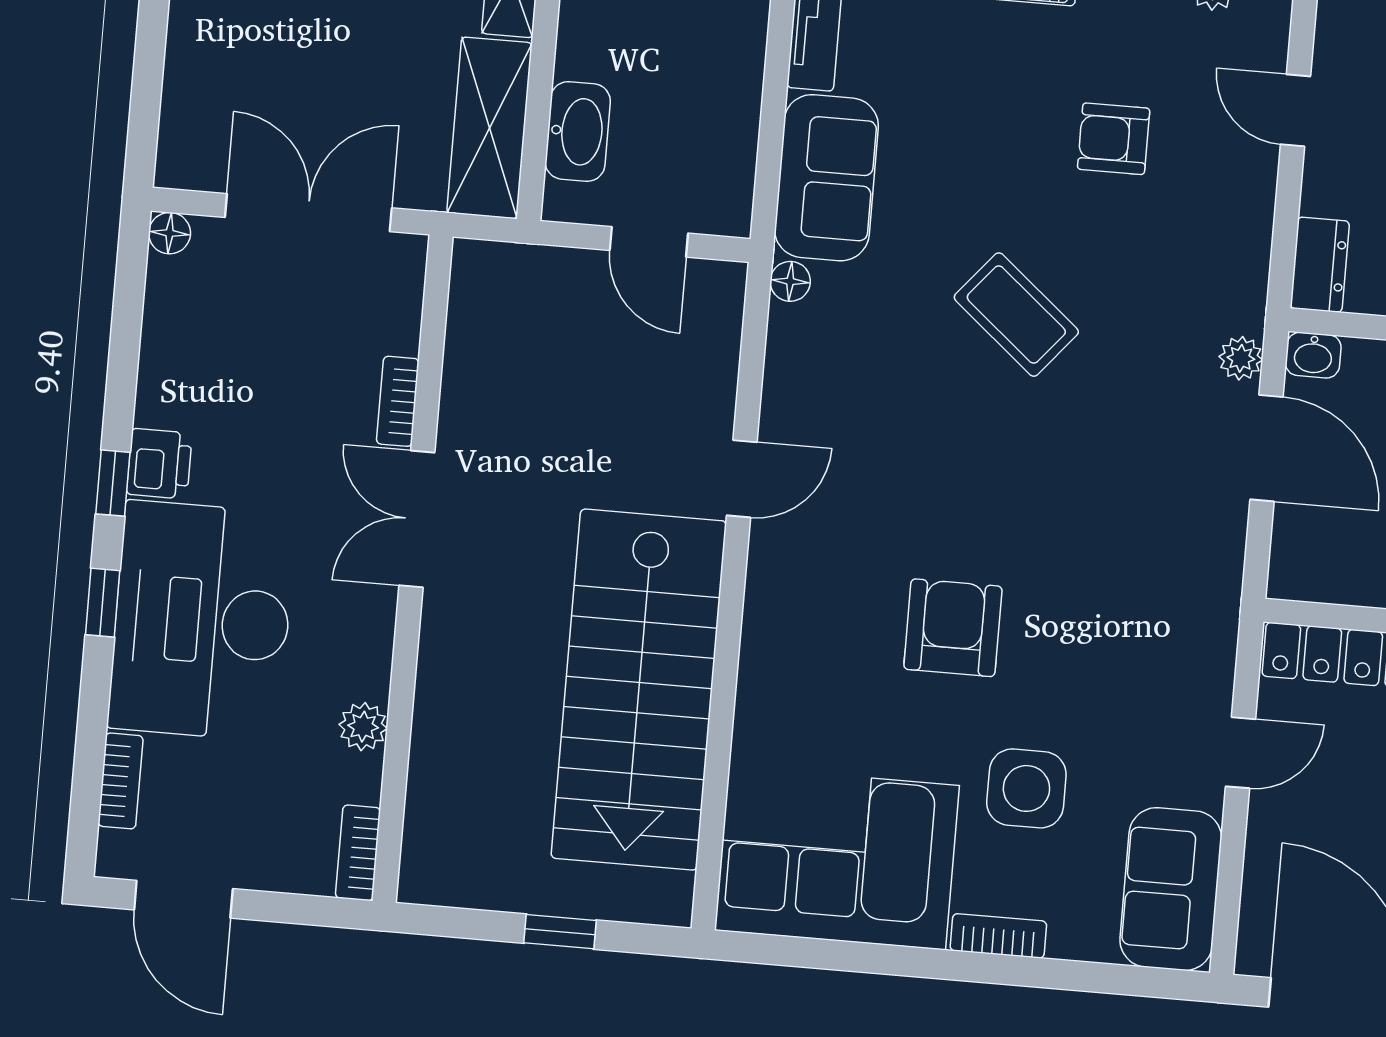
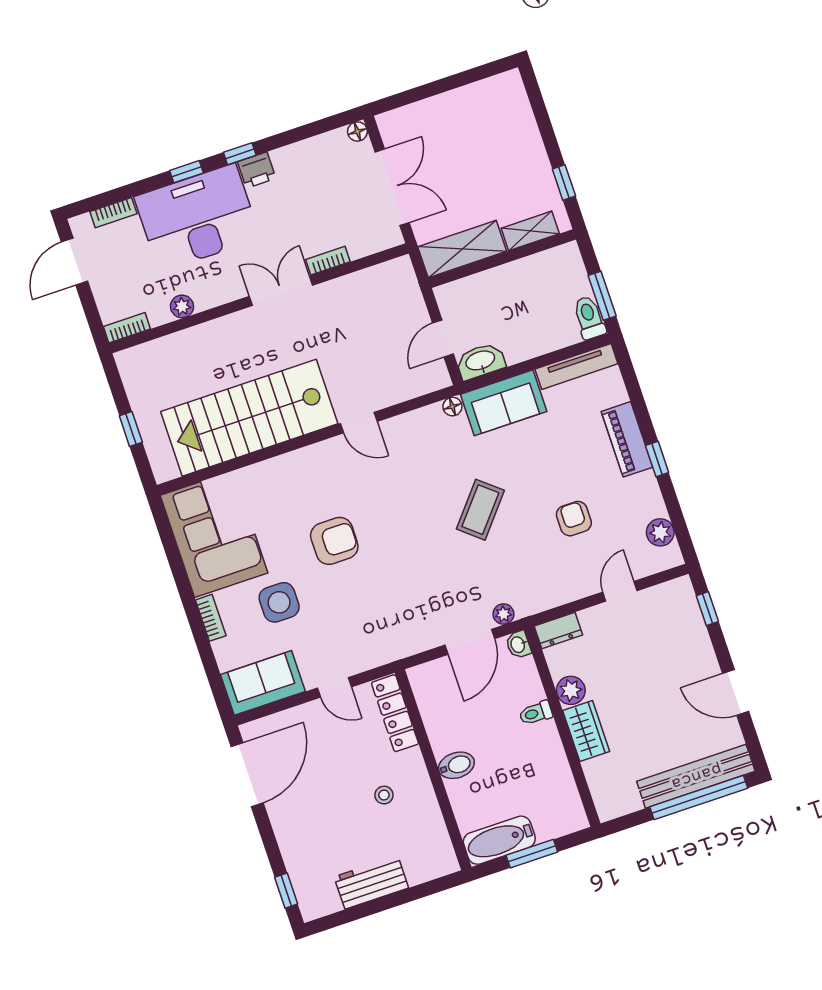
washbasin: (578, 131) -> (480, 361), moved, turned 180

